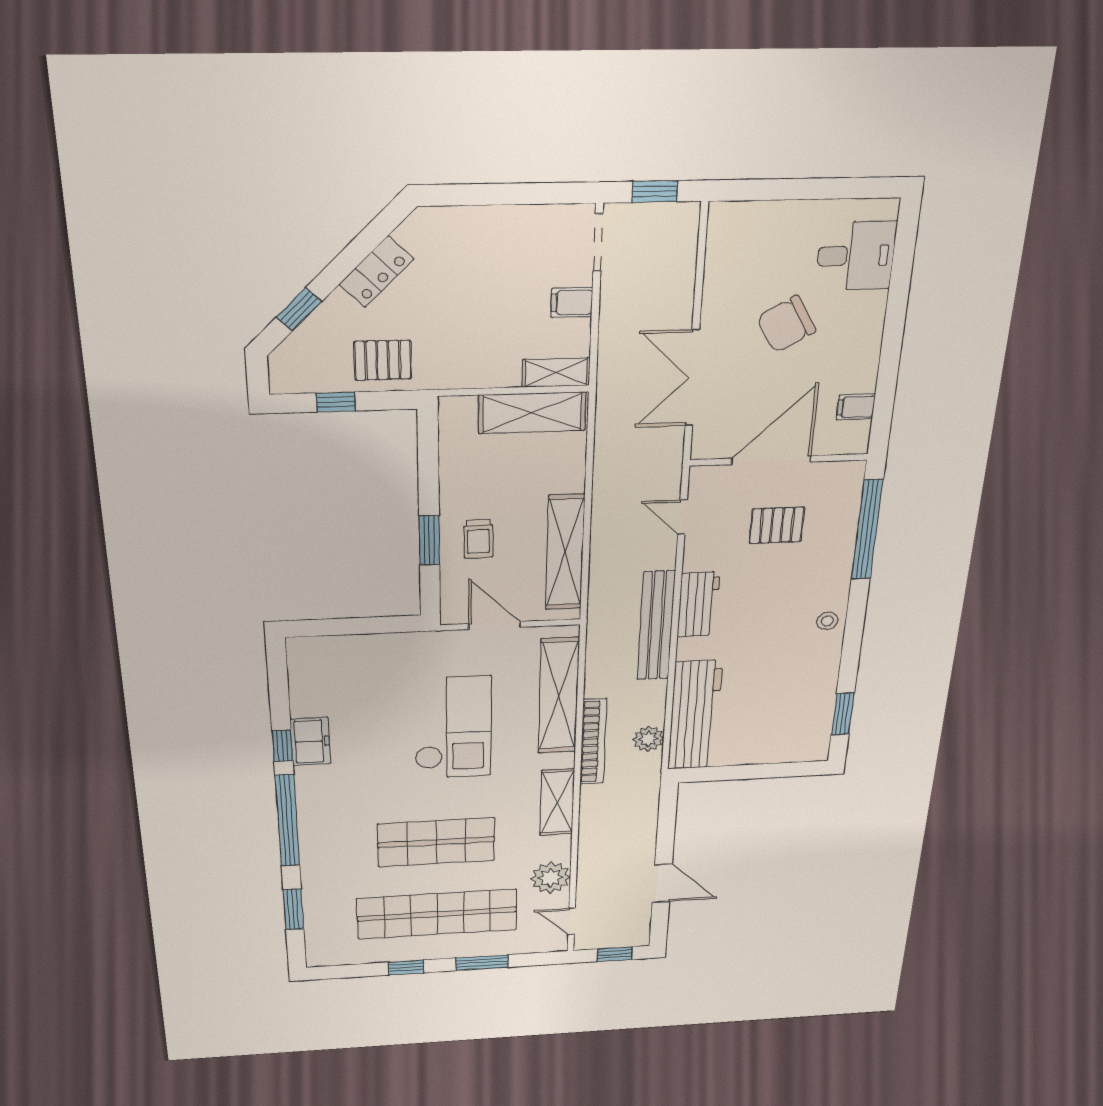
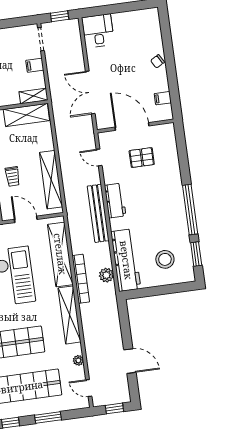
desk: (856, 256) -> (98, 31), moved, turned -90
chair: (786, 324) -> (157, 61), moved, width x0.54, depth x0.54
door: (771, 460) -> (132, 127), hinge flipped
window: (867, 530) -> (190, 210), moved
stool: (827, 621) -> (165, 259), moved, width x1.89, depth x1.89
shelving: (557, 802) -> (70, 315), width x1.47
plant: (551, 878) -> (78, 360), width x0.53, depth x0.53

